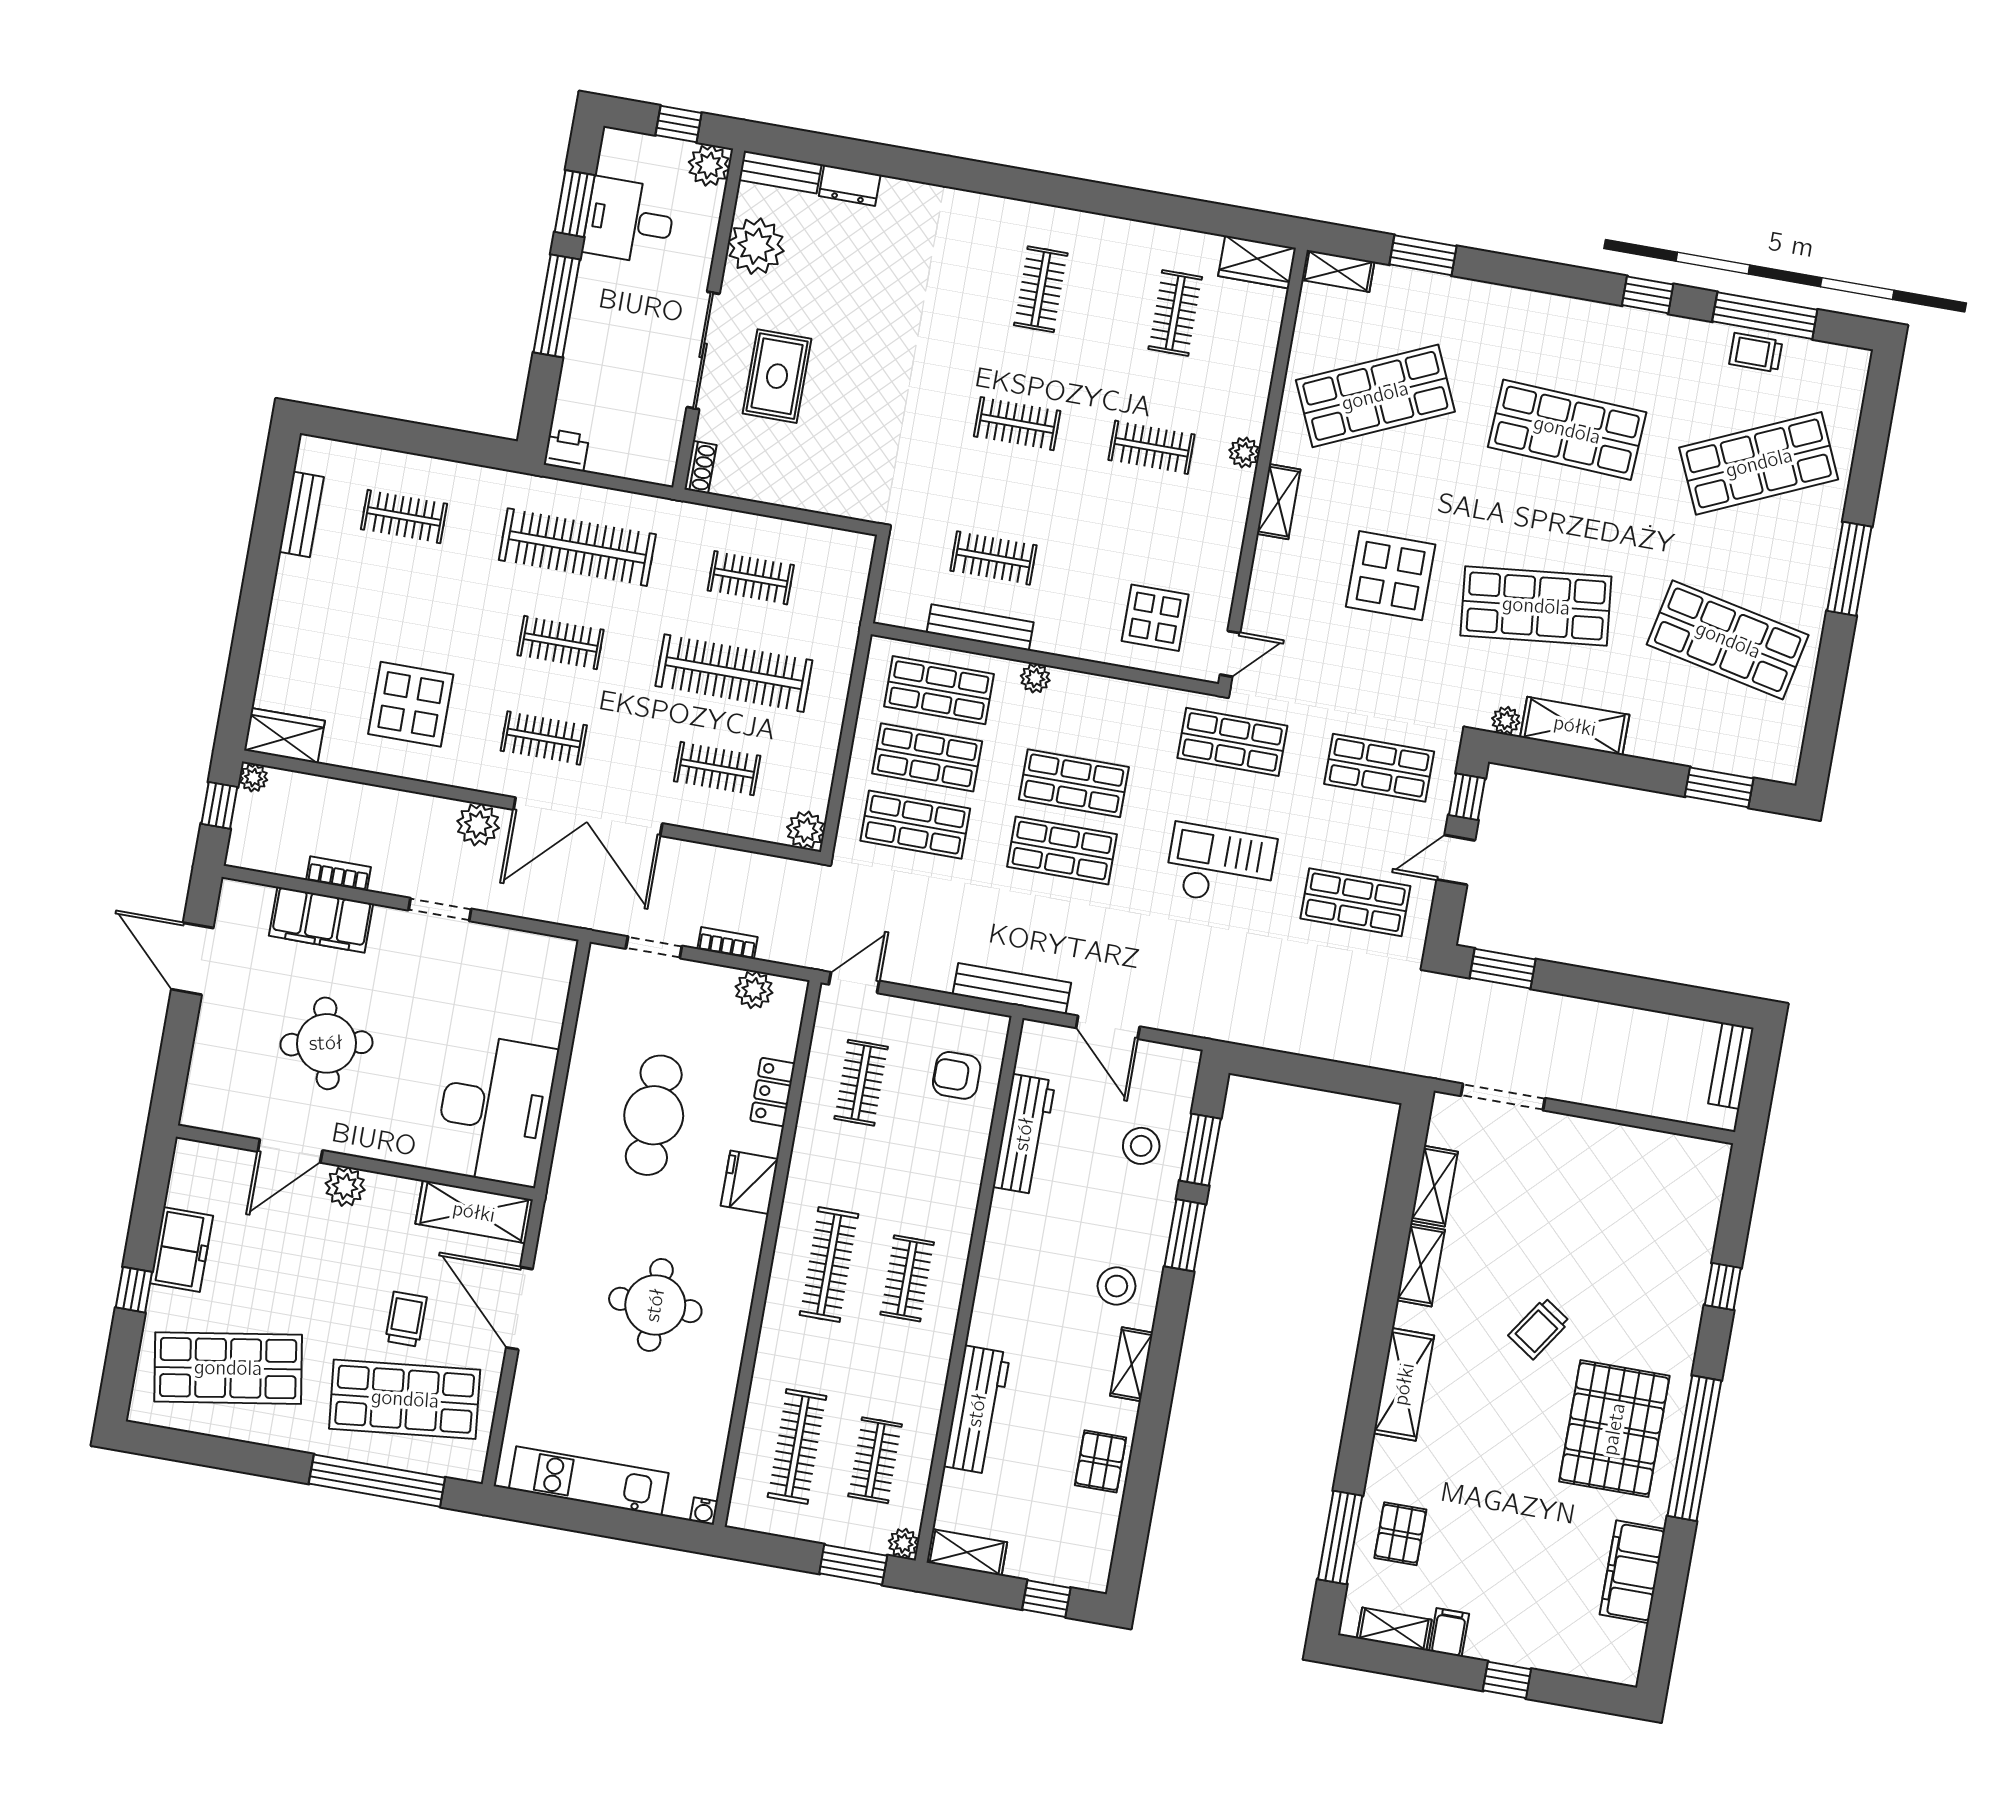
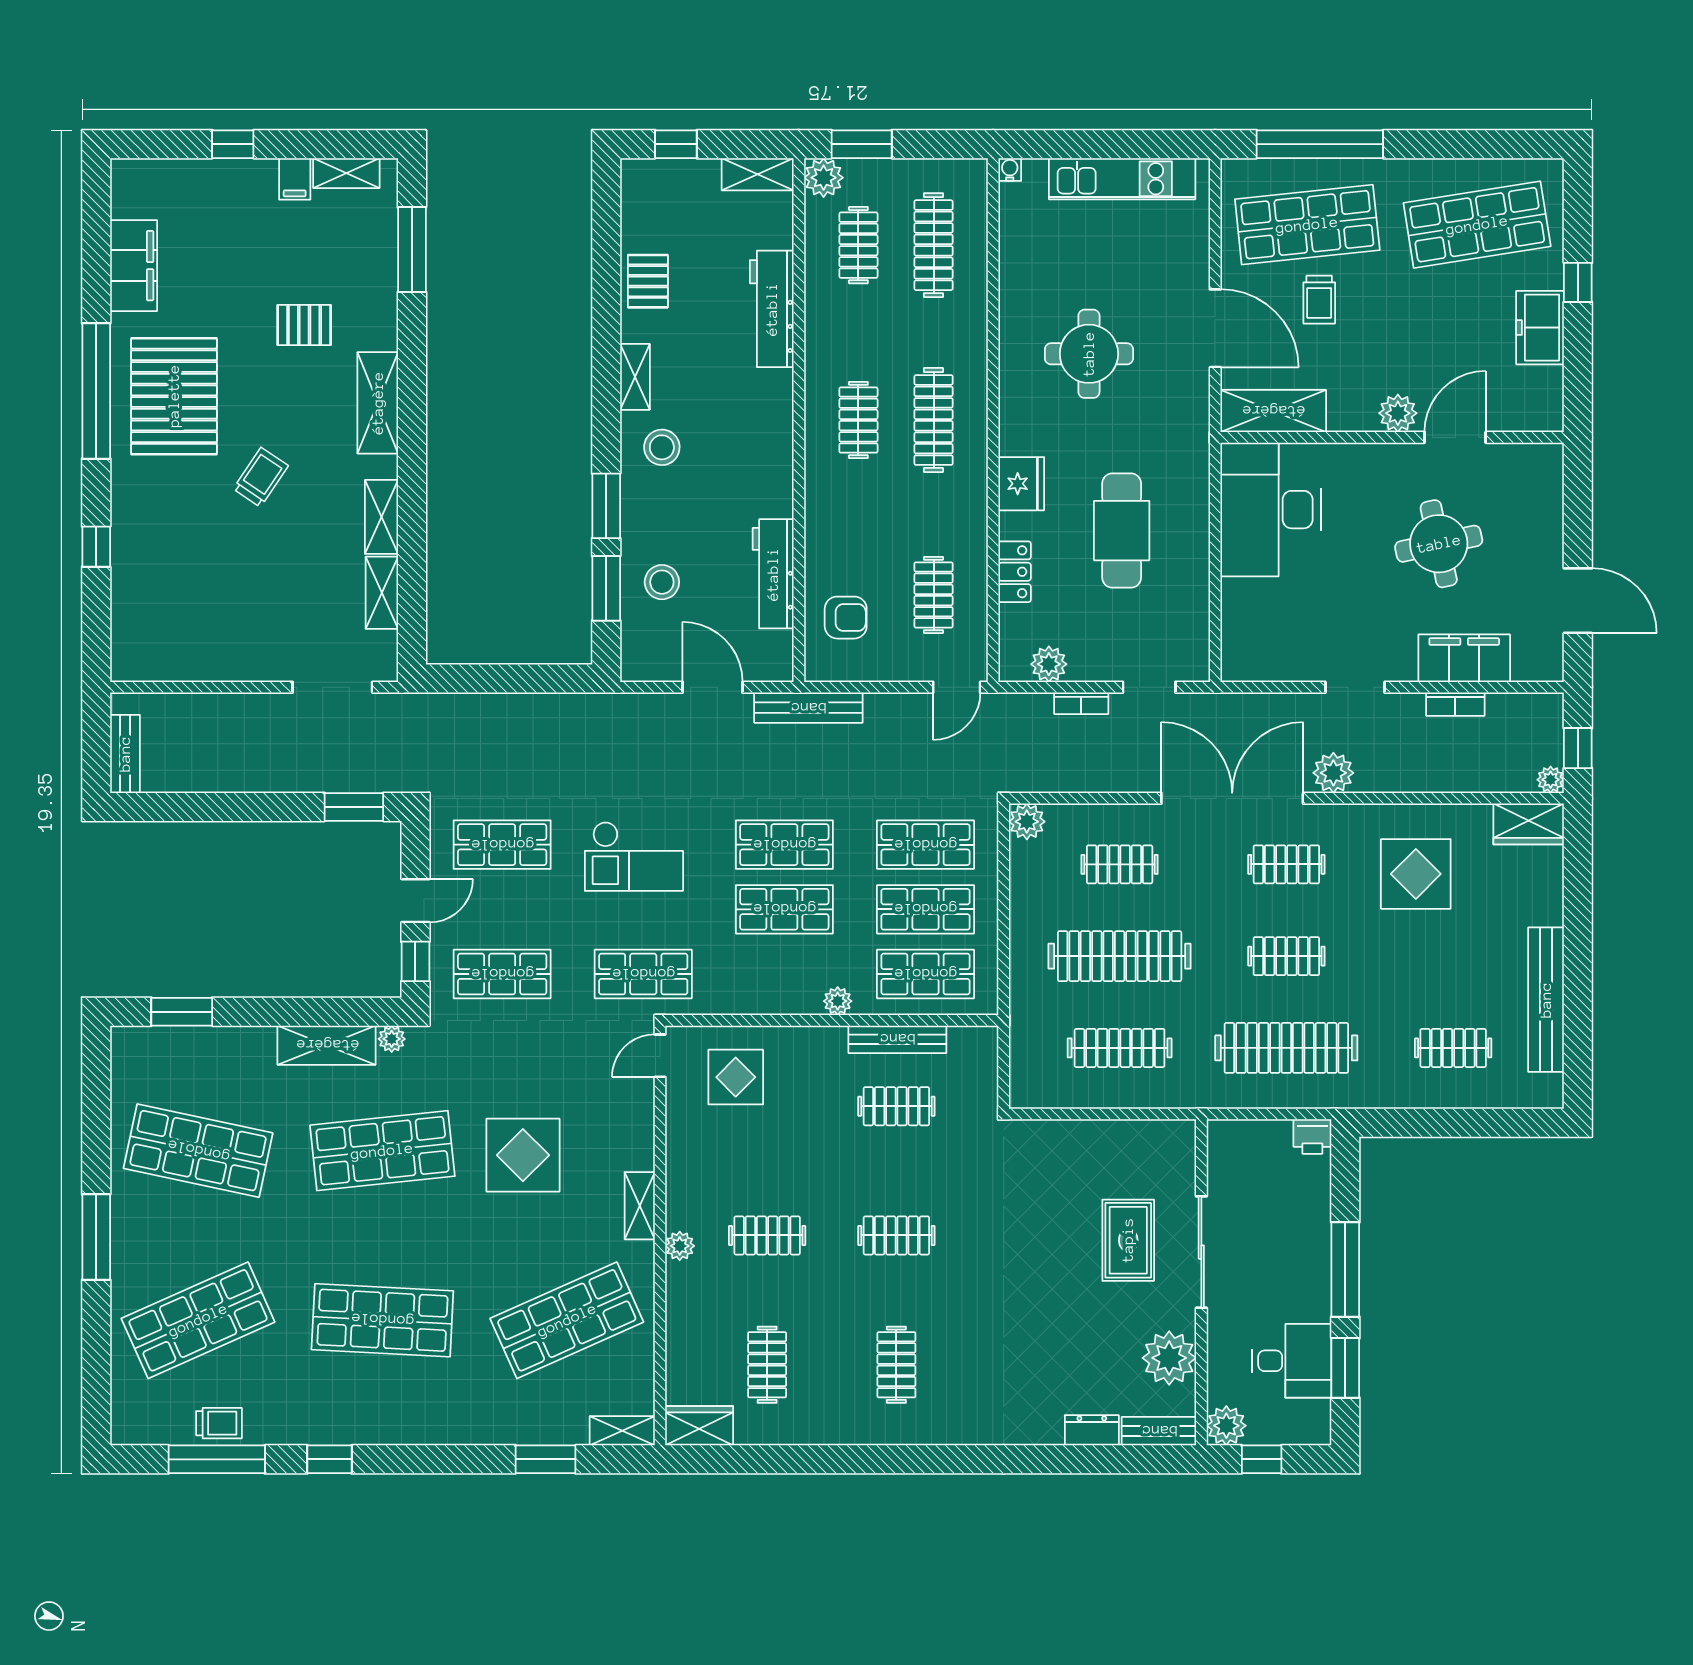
shoe rack: (700, 467) -> (1185, 1143), removed
bench: (301, 514) -> (1546, 1000), width x1.86, depth x1.21
clothes rail: (751, 578) -> (1120, 1048), width x1.36
pallet: (1400, 1534) -> (304, 325), moved, turned 90
plant: (903, 1543) -> (824, 178), width x1.38, depth x1.38

